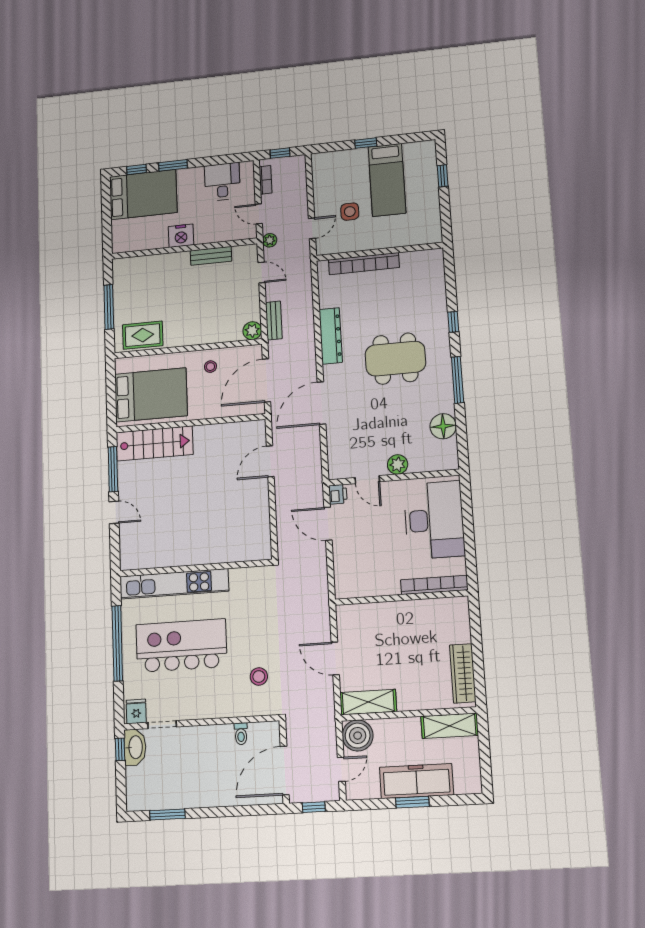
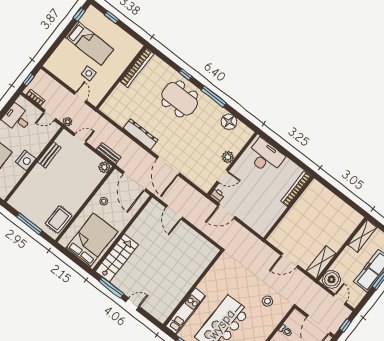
window: (366, 143) -> (79, 14), moved
bookcase: (364, 264) -> (137, 68), moved
dining table: (395, 359) -> (180, 99), moved, turned 90
desk: (434, 520) -> (265, 156), width x0.73, depth x0.77
kitchen unit: (174, 584) -> (186, 311), width x0.73
wardrobe: (463, 673) -> (345, 210), removed

